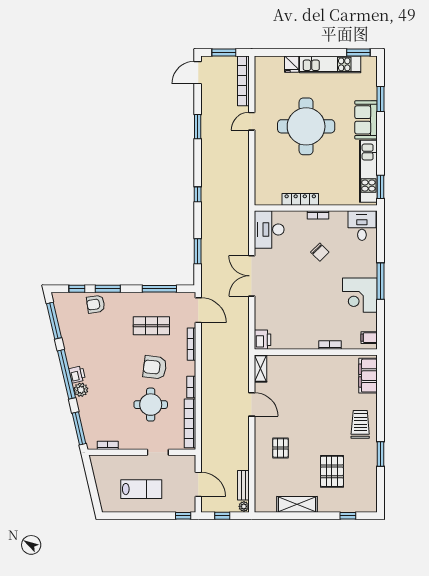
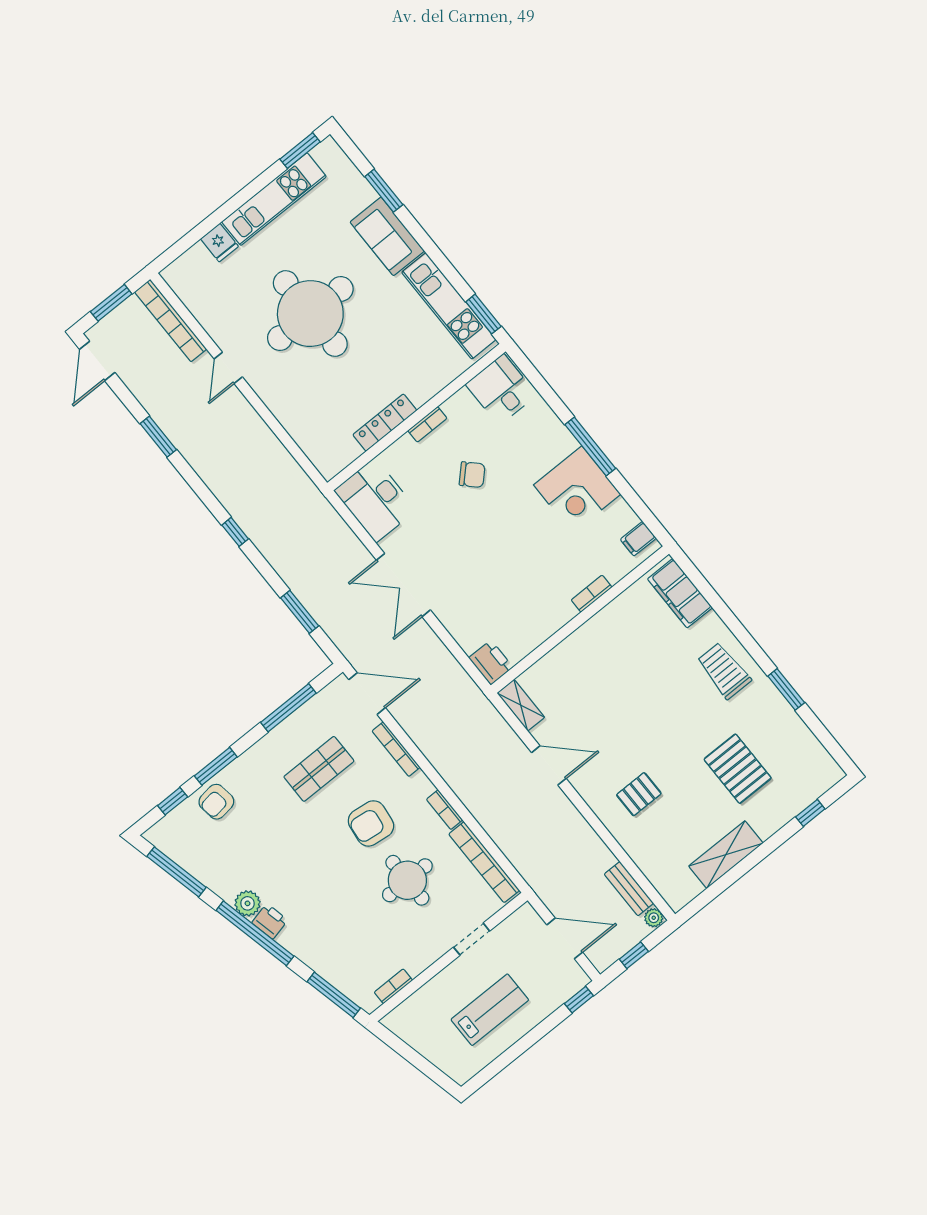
plant: (81, 390) -> (248, 903), moved
pallet: (280, 448) -> (639, 794), turned 90

